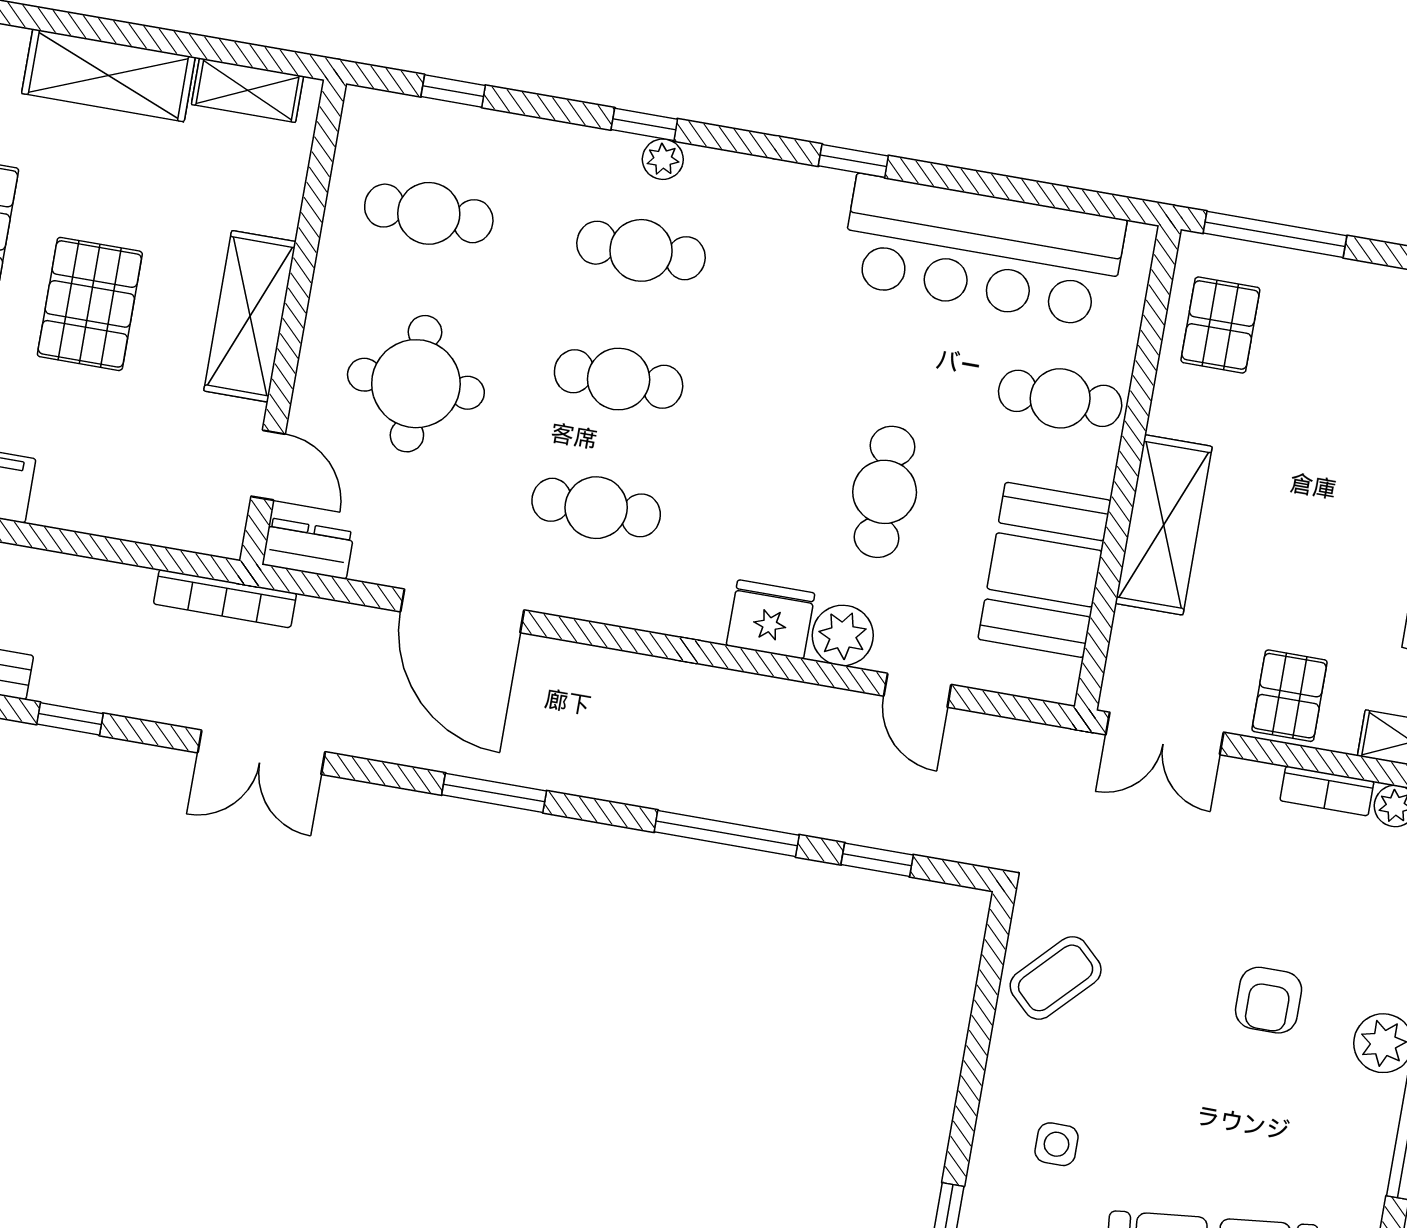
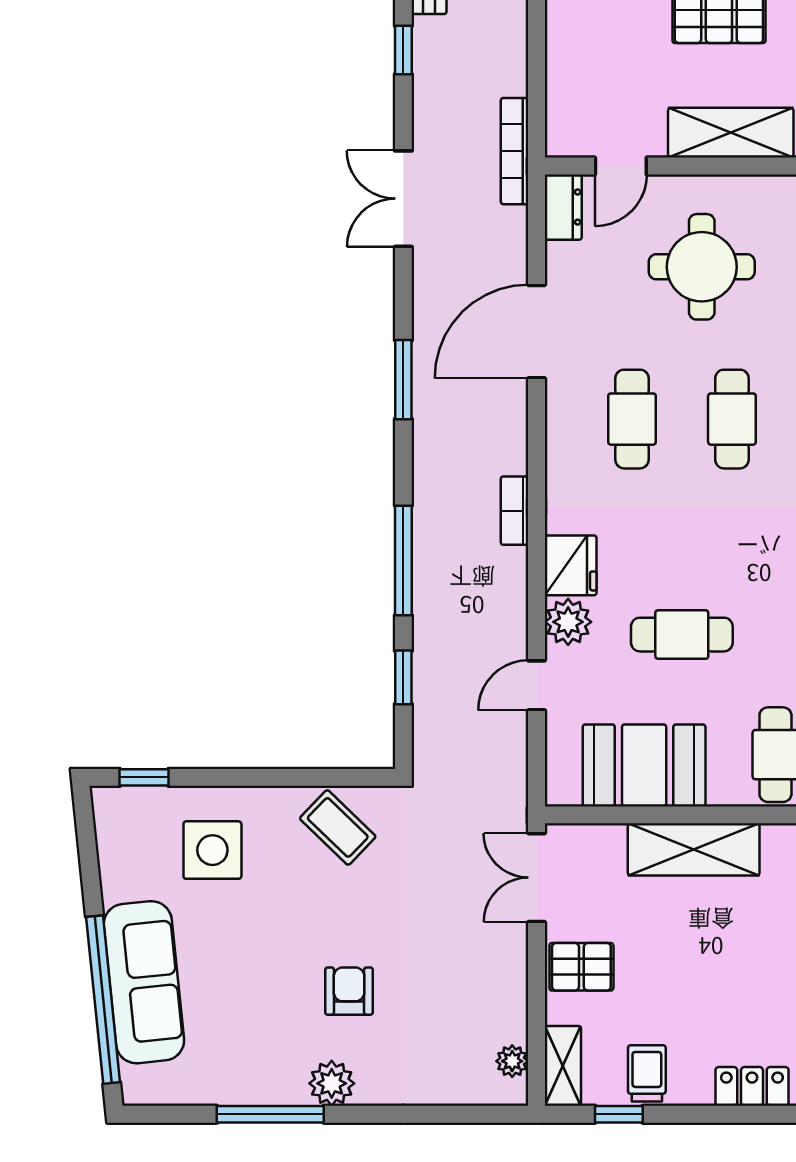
bookcase: (1327, 791) -> (514, 511), moved
armchair: (1269, 1000) -> (349, 991), turned 90
side table: (1057, 1144) -> (212, 850), width x1.87, depth x1.87

